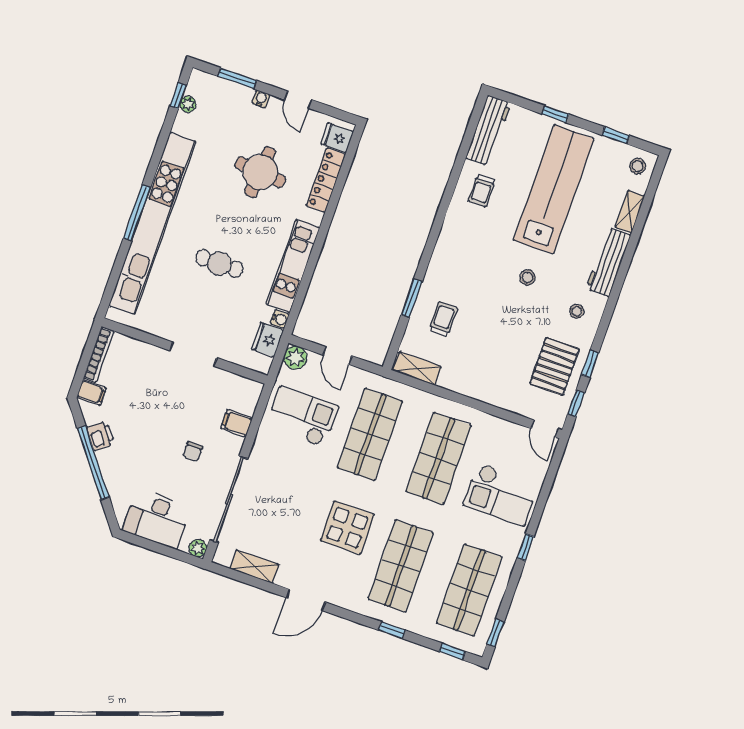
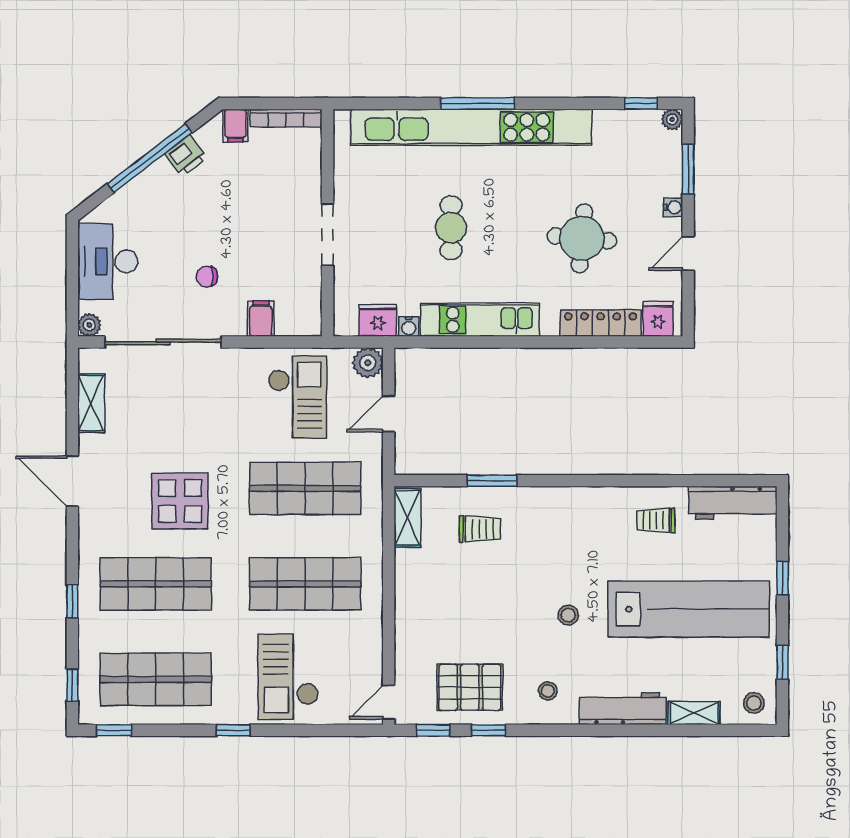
plant: (188, 104) -> (672, 119), moved

